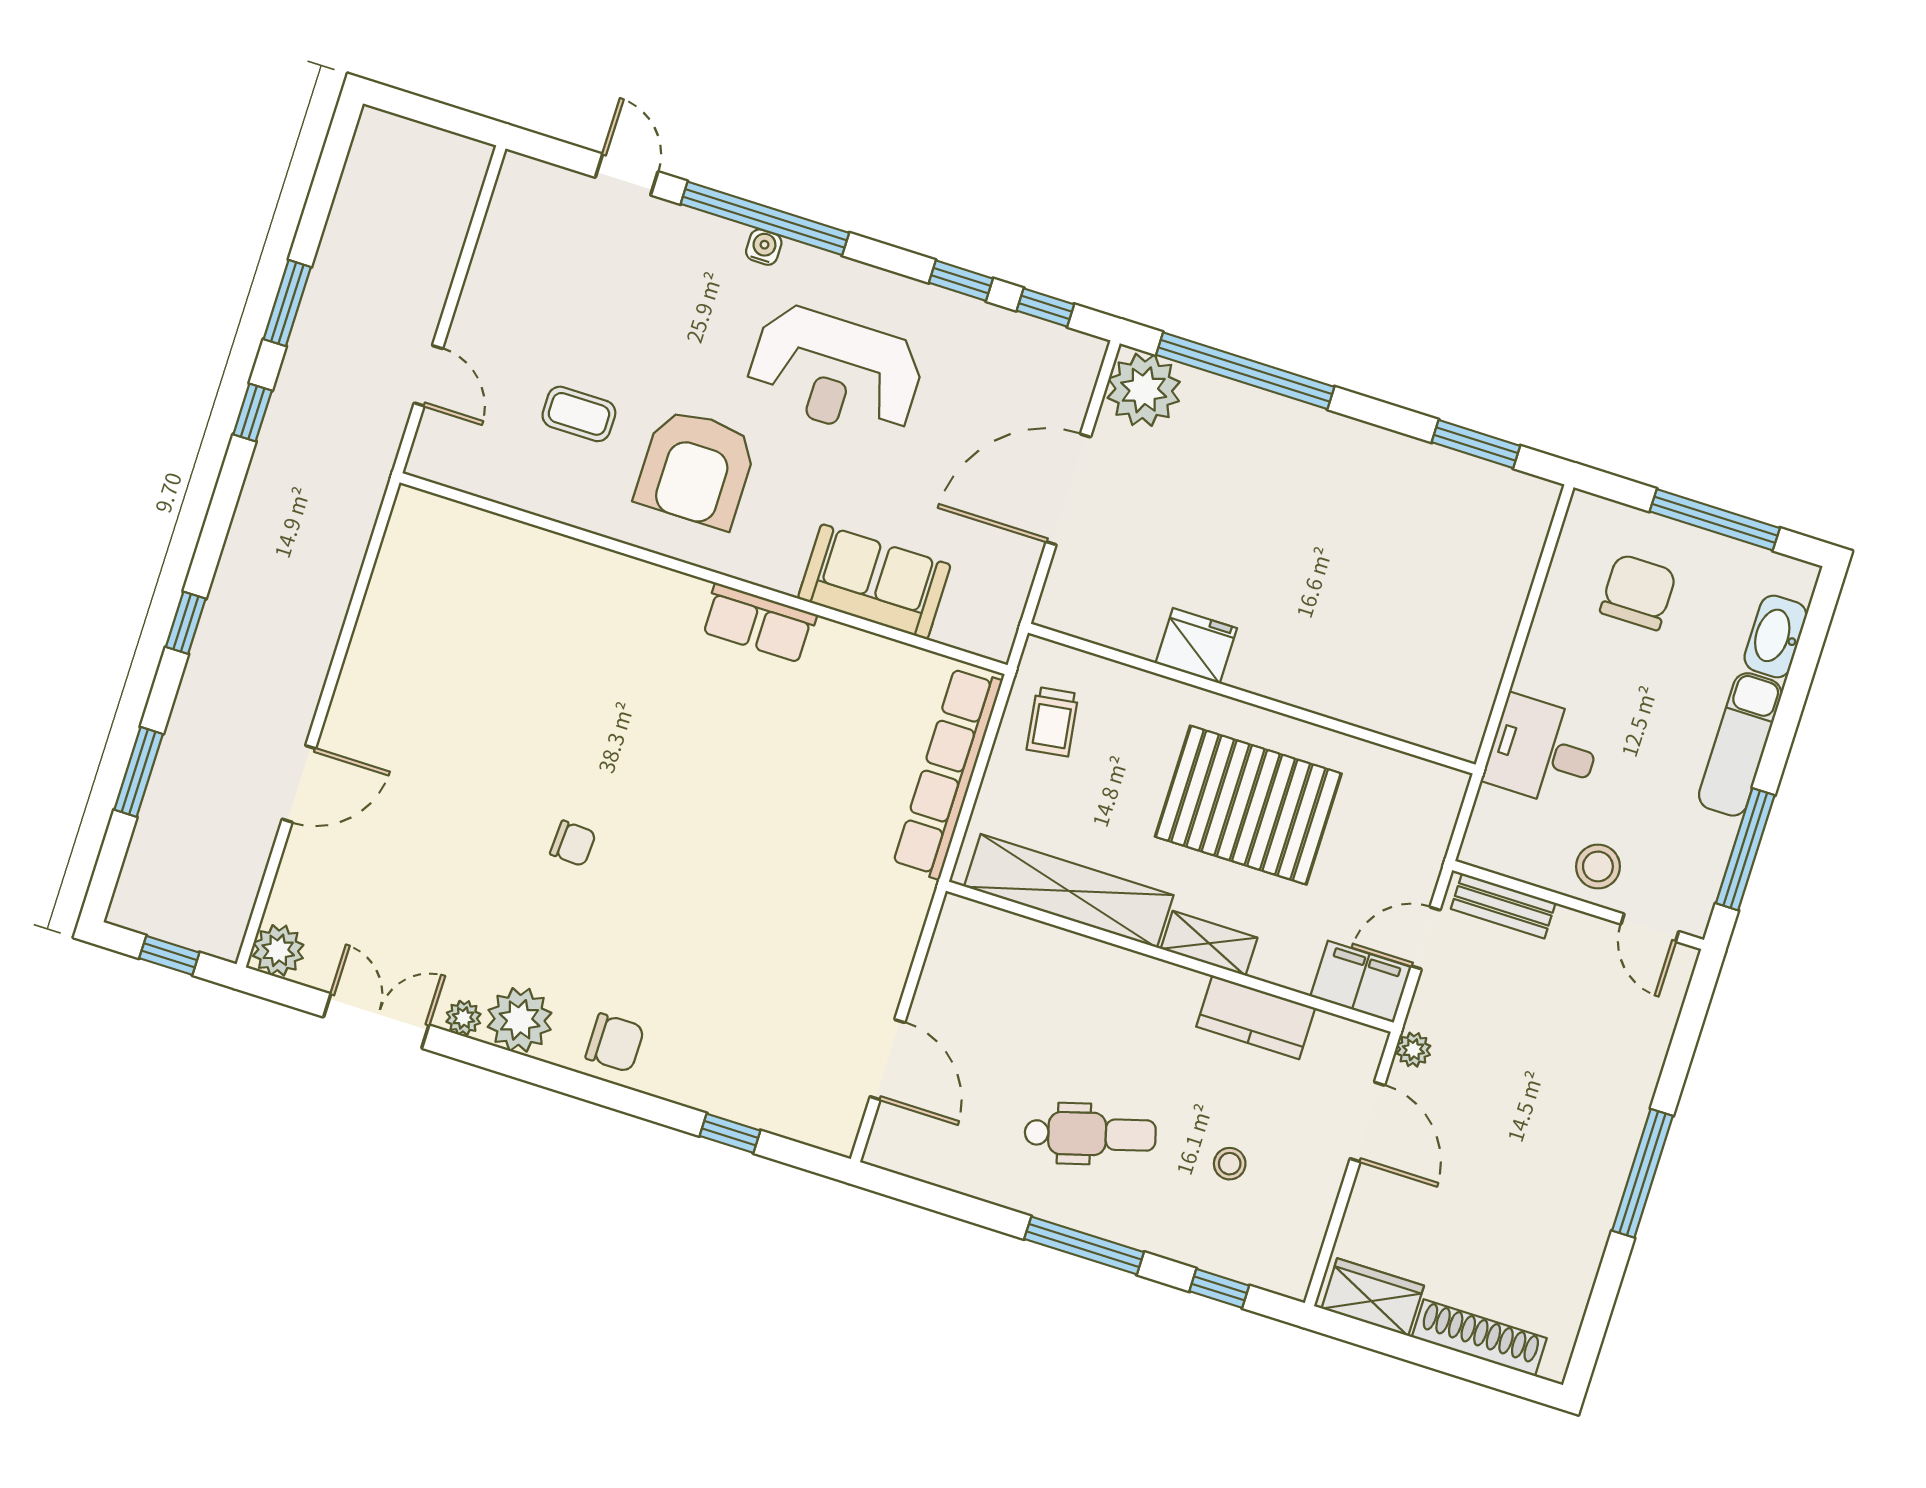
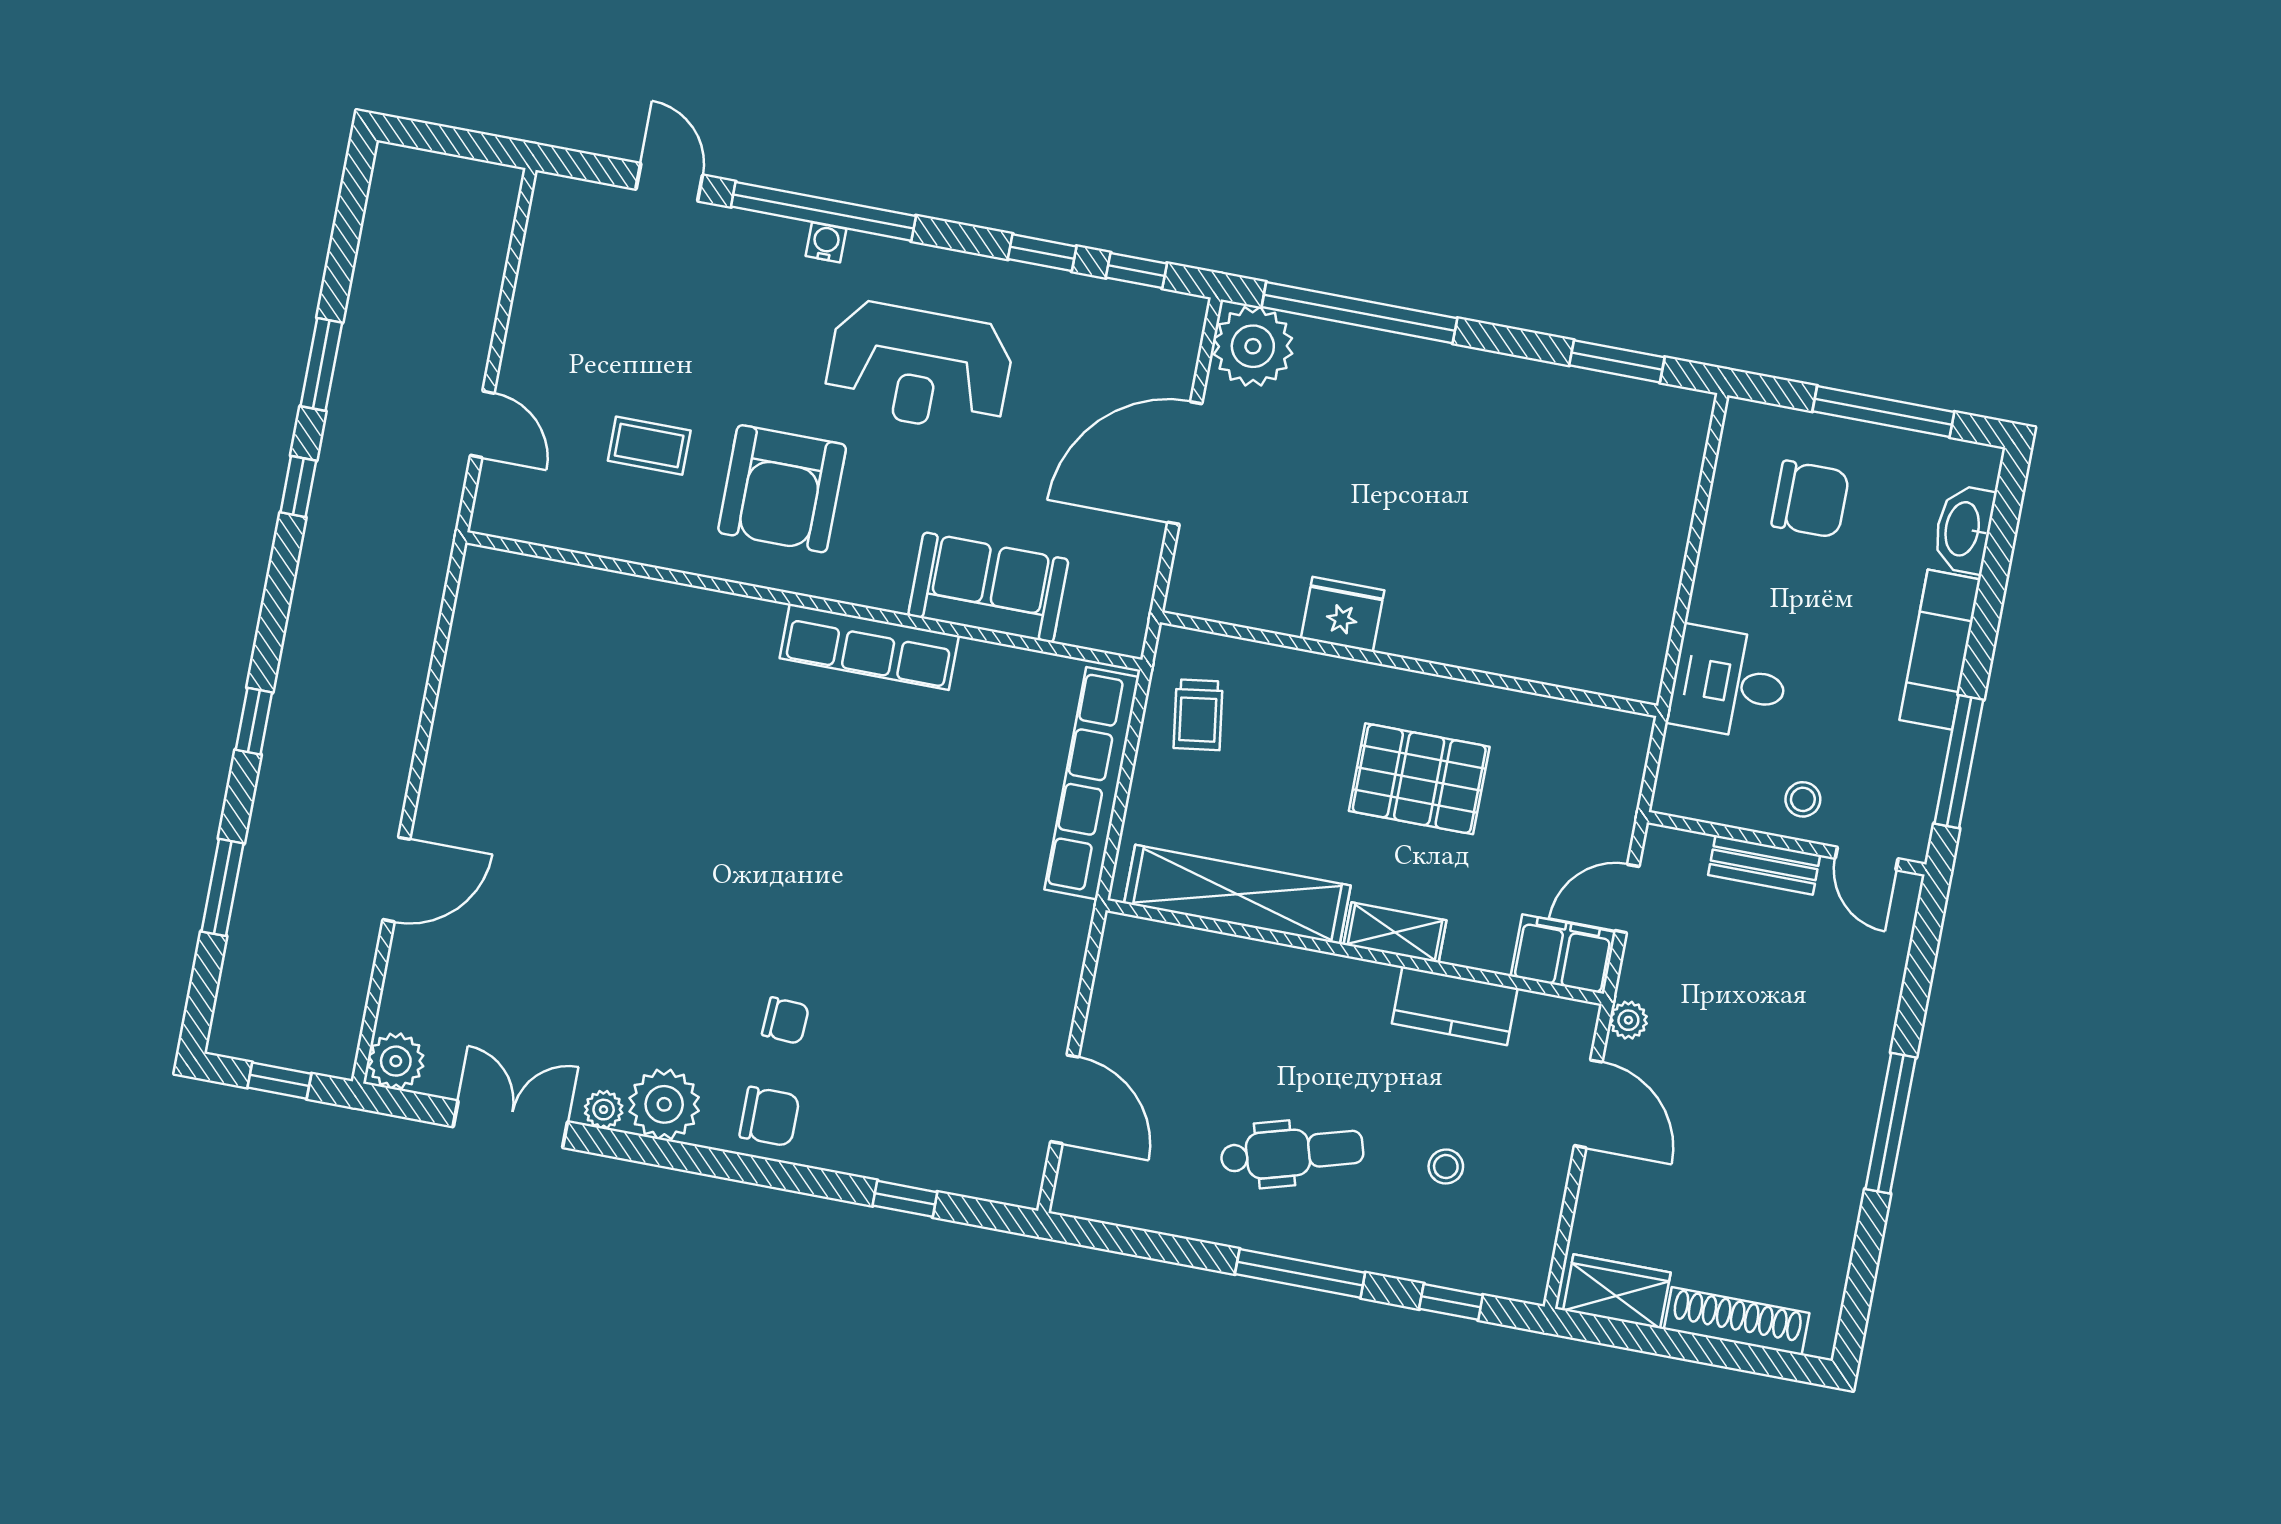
chair: (1638, 592) -> (1810, 499), turned 90
row of seats: (759, 623) -> (869, 647), width x1.48
pallet: (1248, 805) -> (1419, 779), width x0.73, depth x0.71
chair: (573, 843) -> (785, 1021), moved
stool: (1598, 866) -> (1803, 799), width x0.73, depth x0.73
bench: (1503, 906) -> (1764, 865), moved

